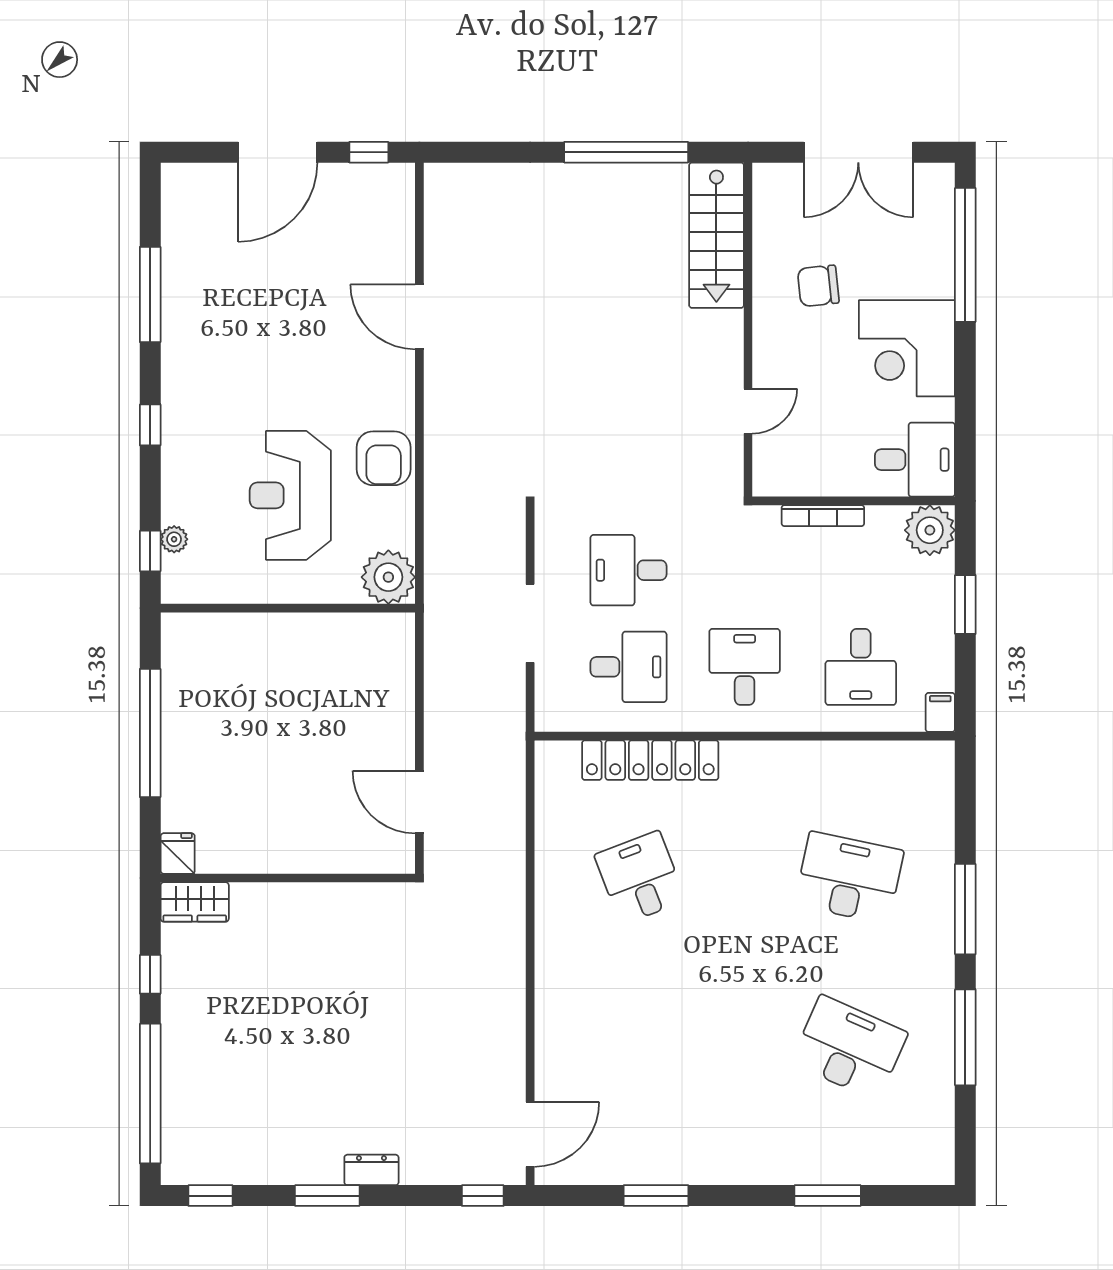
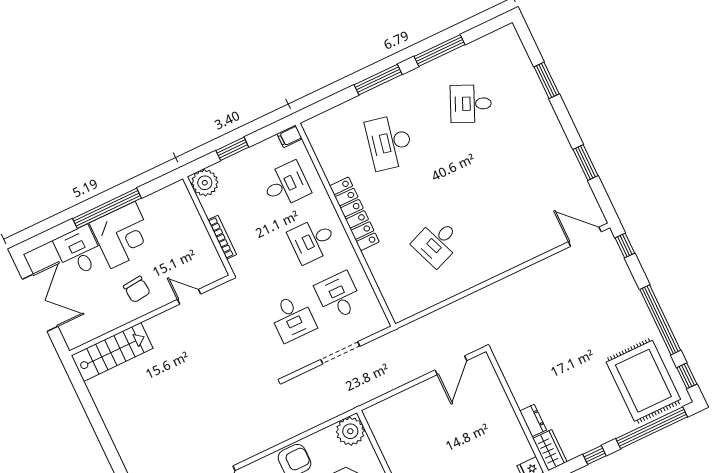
window: (626, 152) -> (93, 414), removed
window: (965, 255) -> (107, 208), moved
chair: (818, 286) -> (137, 289), moved
desk: (915, 460) -> (79, 251), moved
locker: (650, 760) -> (354, 214), moved
desk: (849, 1048) -> (471, 104), width x0.73
rug: (237, 1118) -> (643, 381), added
dresser: (371, 1170) -> (533, 420), moved, turned 180
window: (327, 1196) -> (660, 320), width x2.11

